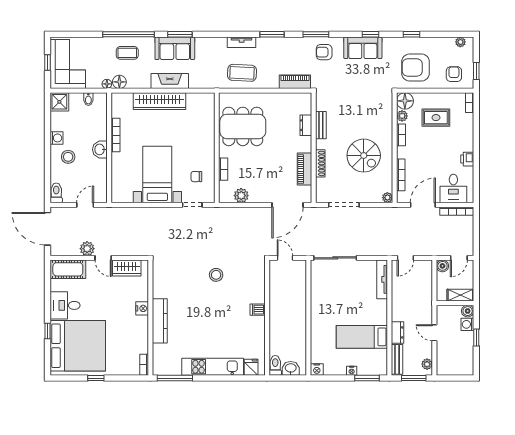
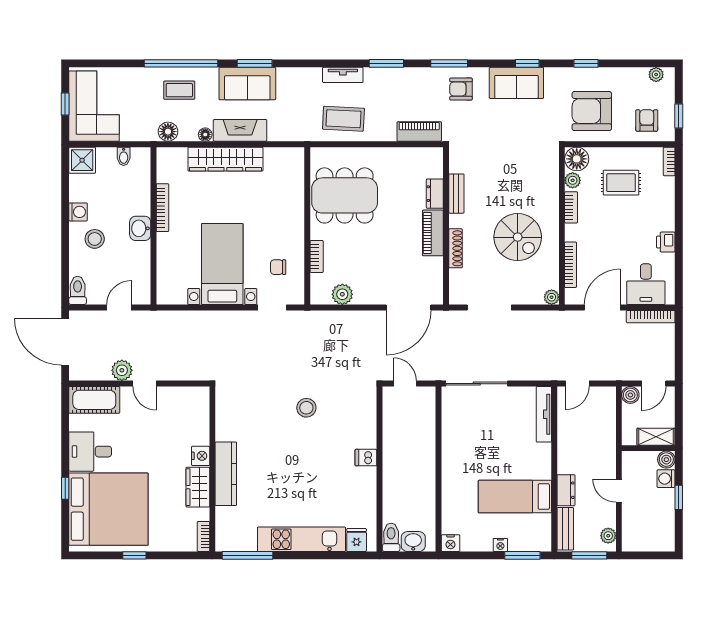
floor lamp: (107, 84) -> (205, 135), moved
piano: (304, 169) -> (433, 233), moved
wardrobe: (127, 268) -> (198, 487), moved, turned 90

